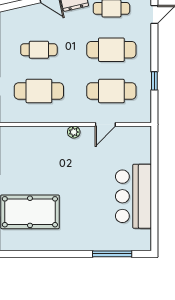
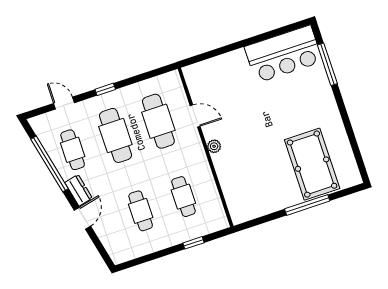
window: (154, 81) -> (105, 89), moved
cafe table: (39, 91) -> (183, 197), width x0.73, depth x0.74
bar counter: (133, 196) -> (283, 54), moved

